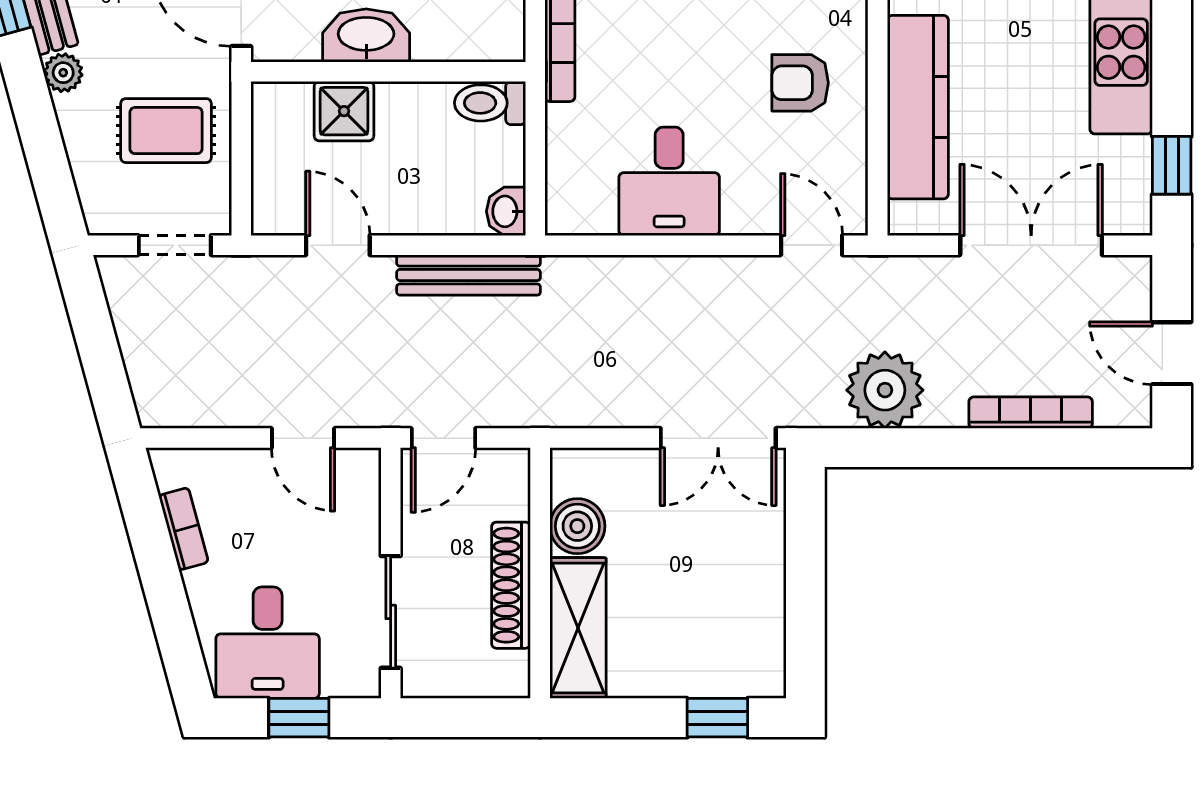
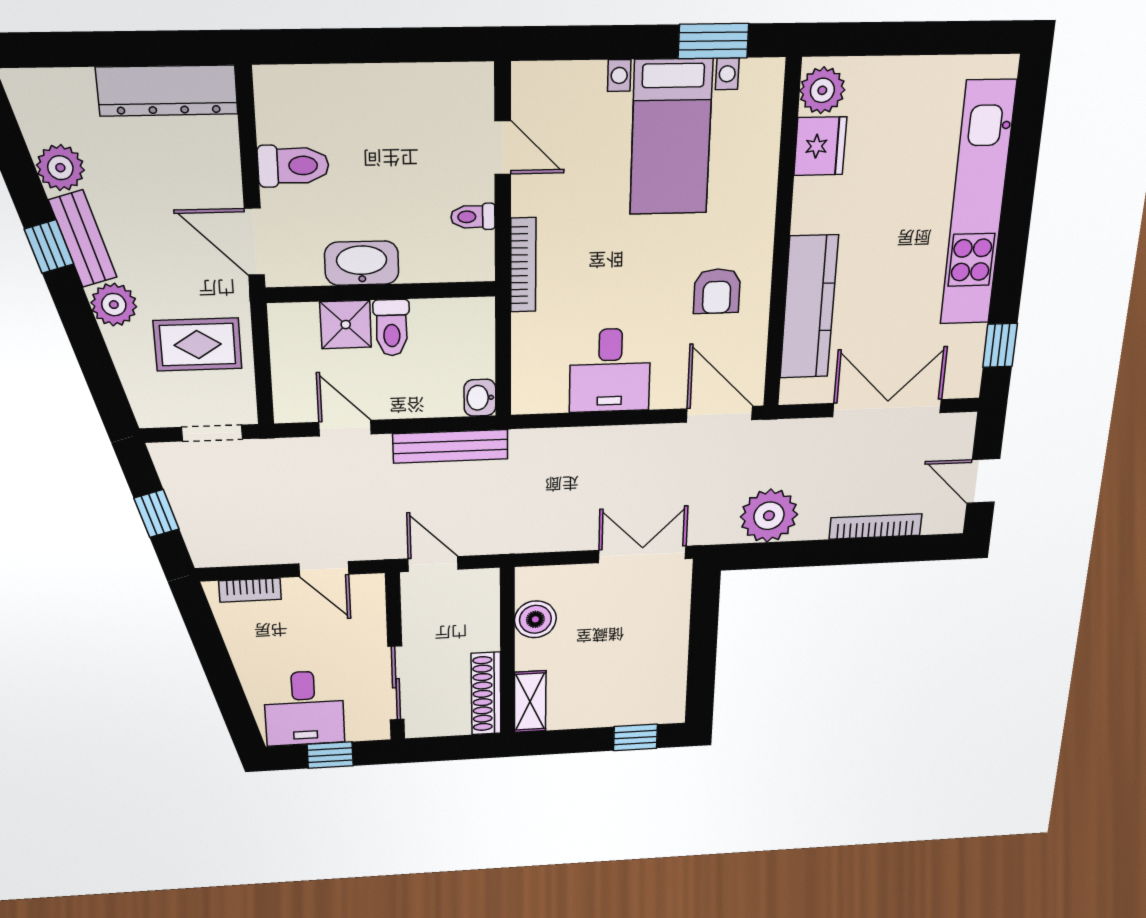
plant: (63, 73) -> (114, 305), width x1.38, depth x1.38
armchair: (800, 83) -> (717, 291), turned -90
toilet: (490, 103) -> (392, 328), moved, turned -90
door: (812, 245) -> (720, 414), width x1.38
window: (99, 350) -> (156, 514), added
door: (443, 438) -> (433, 564), swing flipped
double door: (718, 438) -> (642, 554), swing flipped
bookcase: (184, 529) -> (250, 590), moved, turned 105
shoe rack: (511, 585) -> (486, 694), moved
shelving: (578, 628) -> (530, 702), width x0.67, depth x0.75

